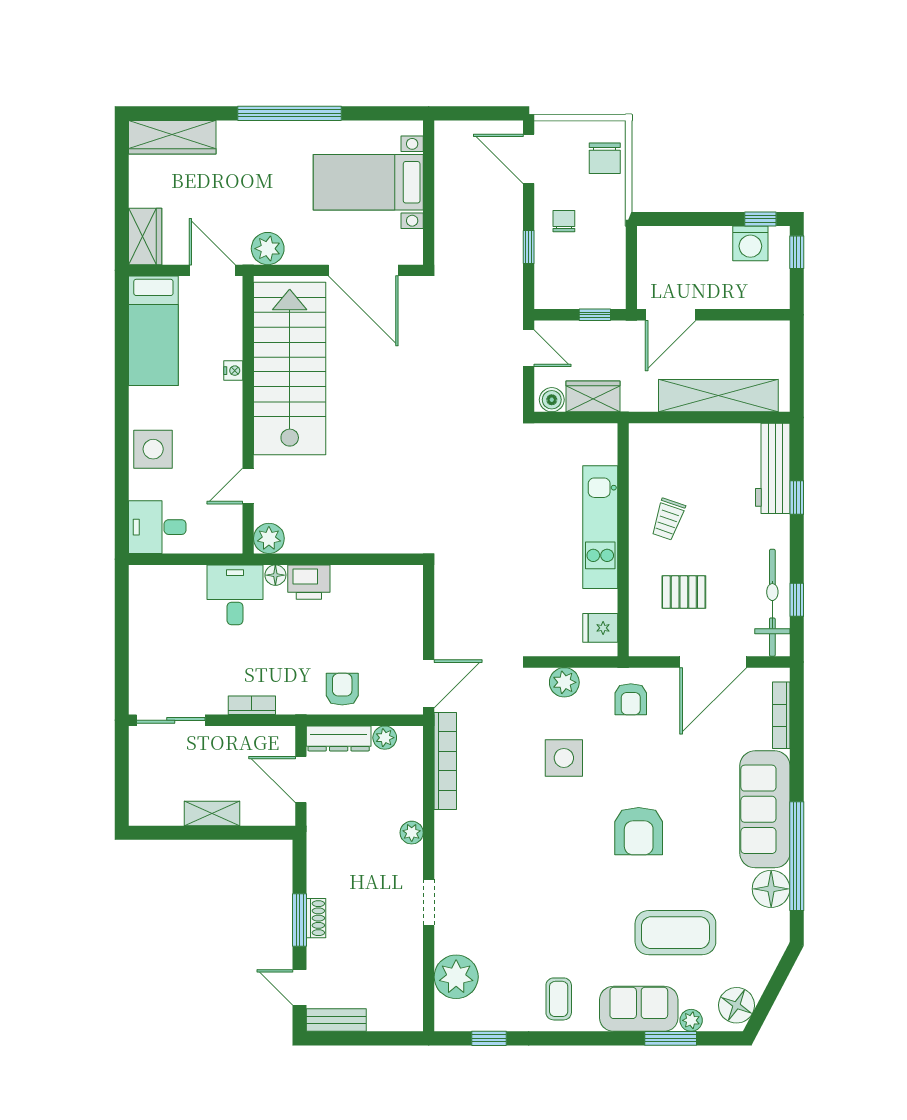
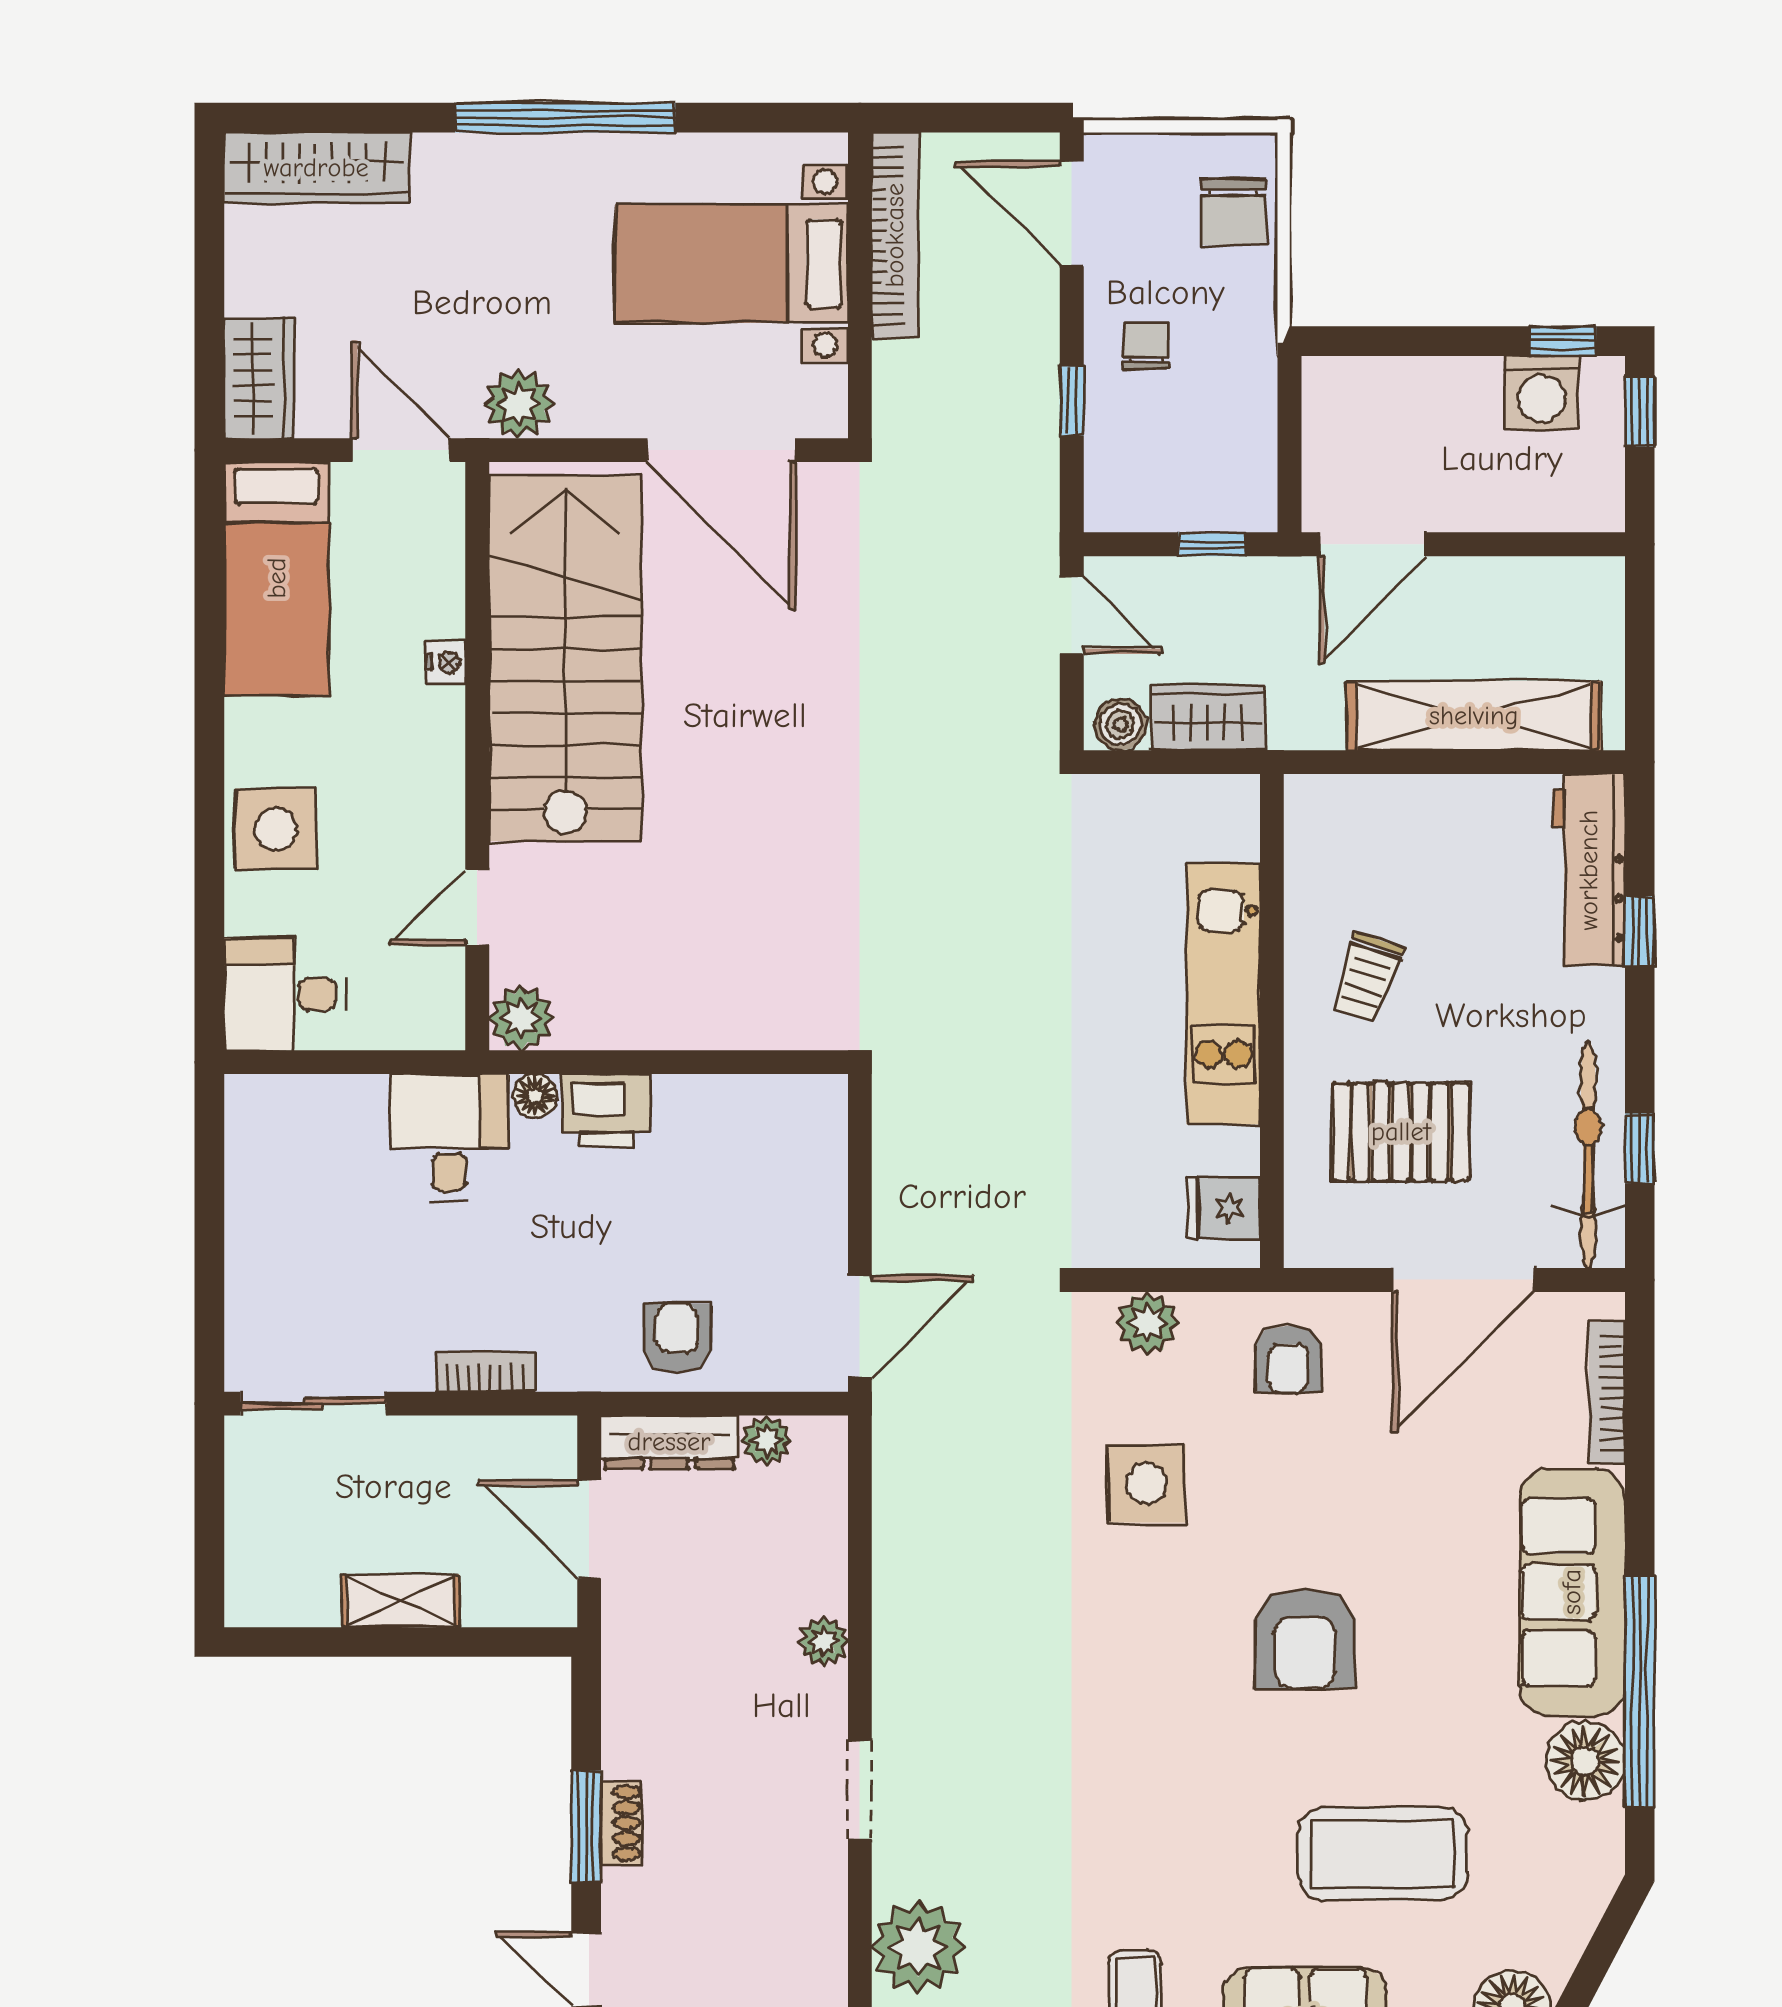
pallet: (684, 592) -> (1401, 1132), width x1.50, depth x1.42
bookcase: (445, 761) -> (895, 235), moved

